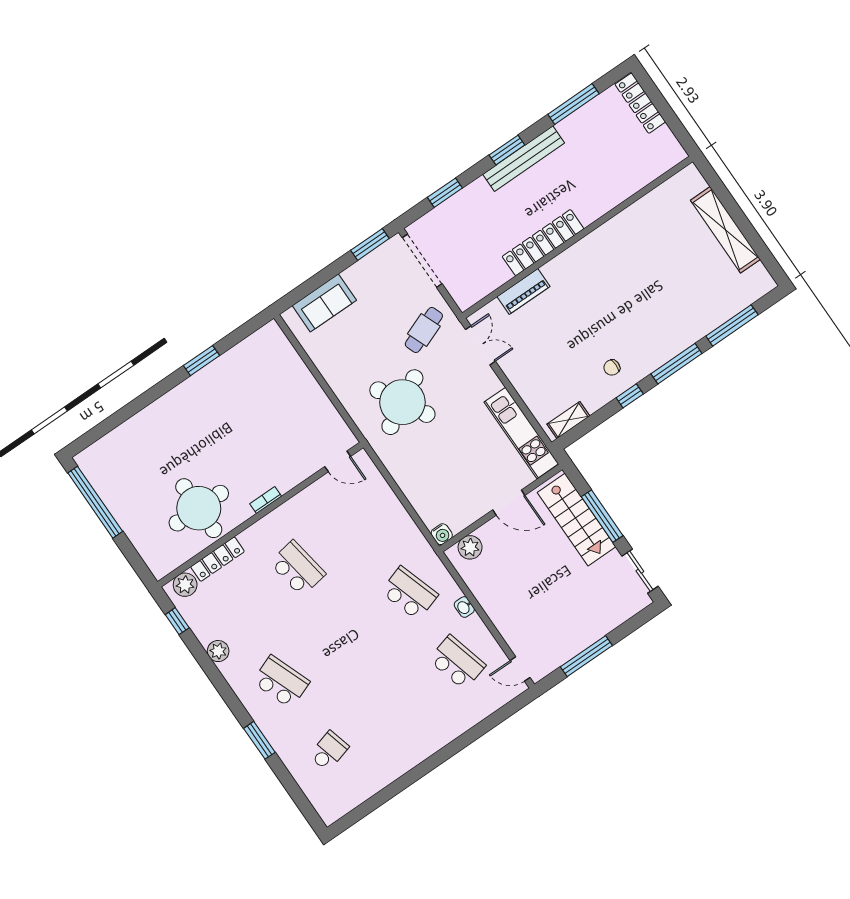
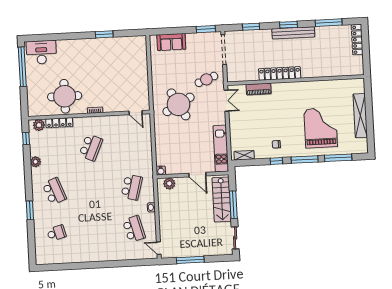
grand piano: (671, 292) -> (321, 128), added
desk: (113, 457) -> (41, 52), added
school desk: (297, 568) -> (91, 147), turned 33
school desk: (409, 593) -> (132, 187), turned 33

